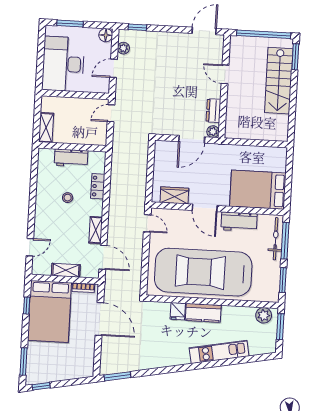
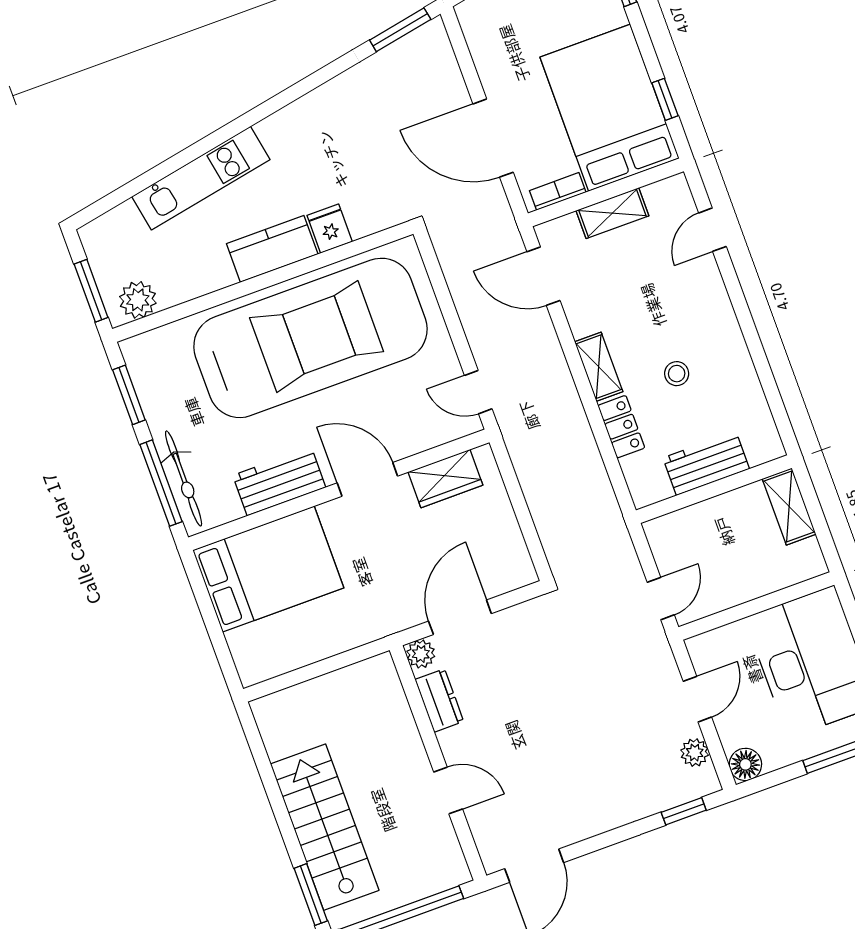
shelving: (96, 230) -> (599, 367), moved

